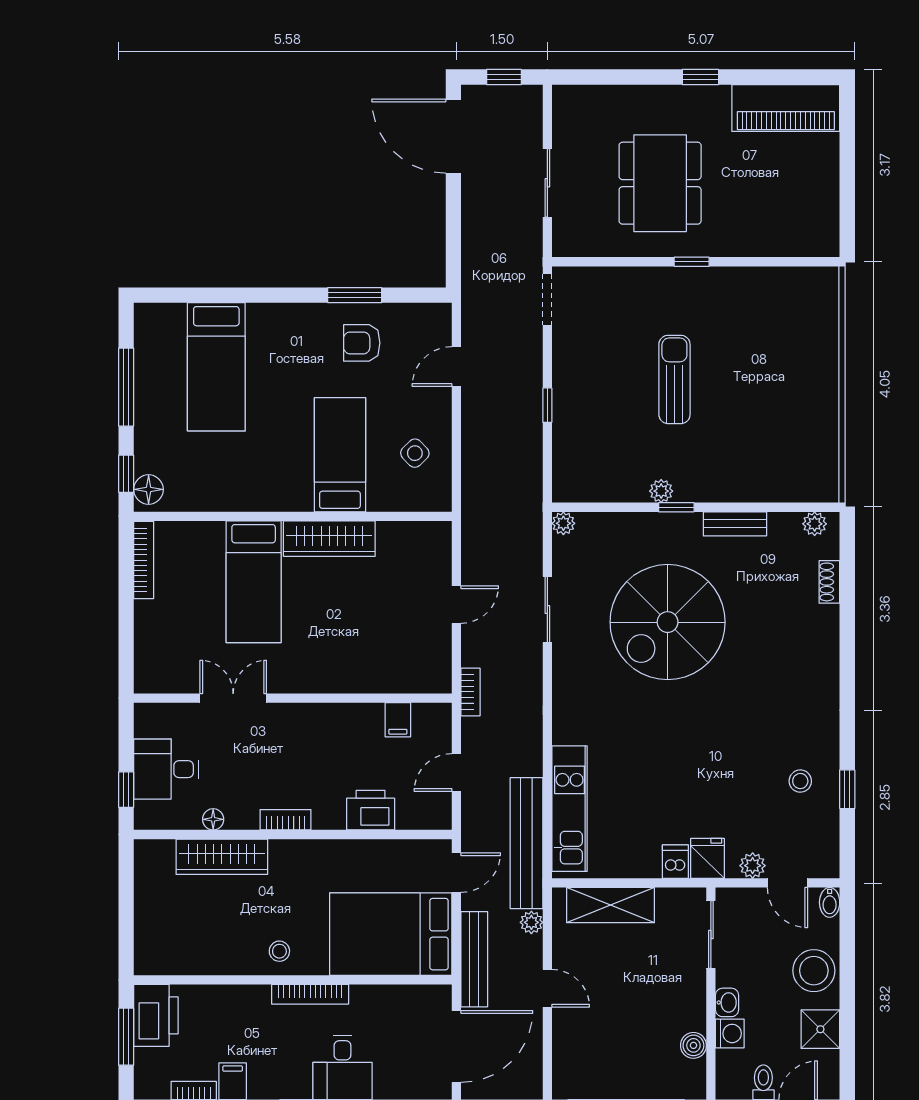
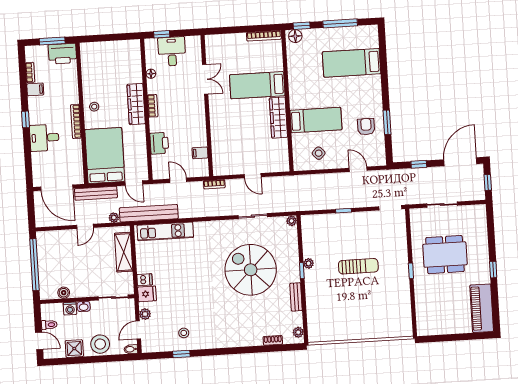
window: (453, 230) -> (419, 164), added
wardrobe: (222, 857) -> (136, 104), moved

